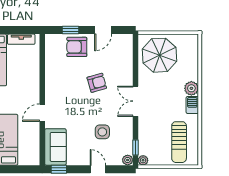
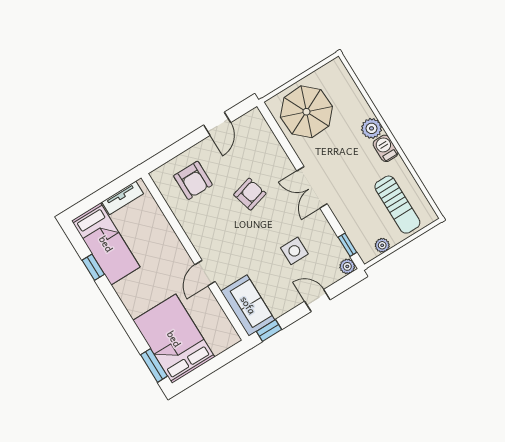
window: (70, 30) -> (177, 149), removed
armchair: (77, 47) -> (193, 180), moved, turned -90
plant: (143, 160) -> (382, 245), moved

